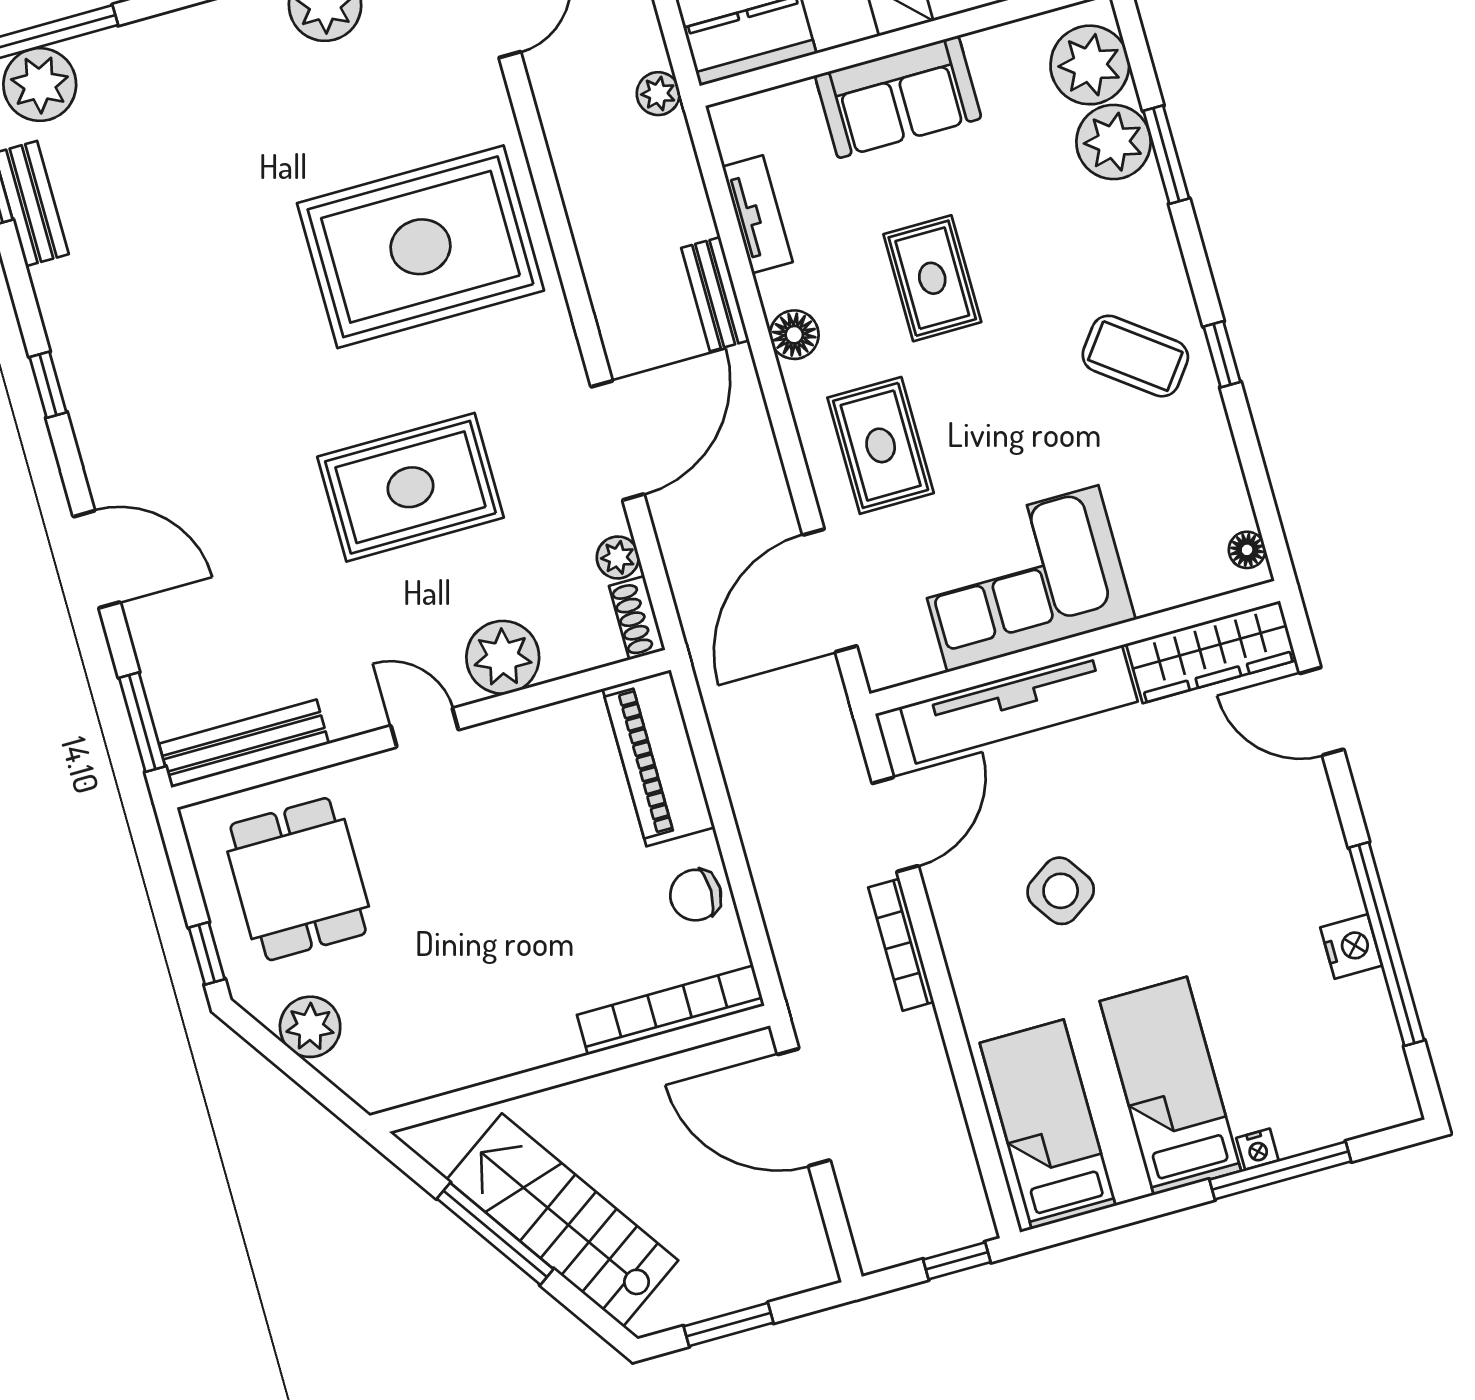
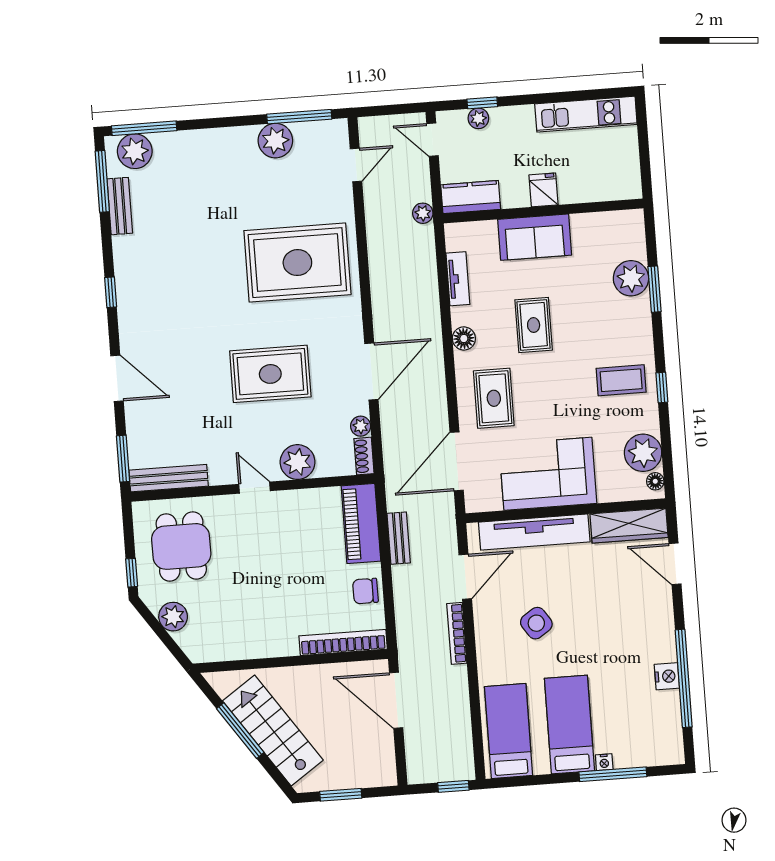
plant: (1090, 65) -> (643, 453), moved
bench: (715, 294) -> (399, 538), moved
coffee table: (1135, 356) -> (621, 380), turned -37

